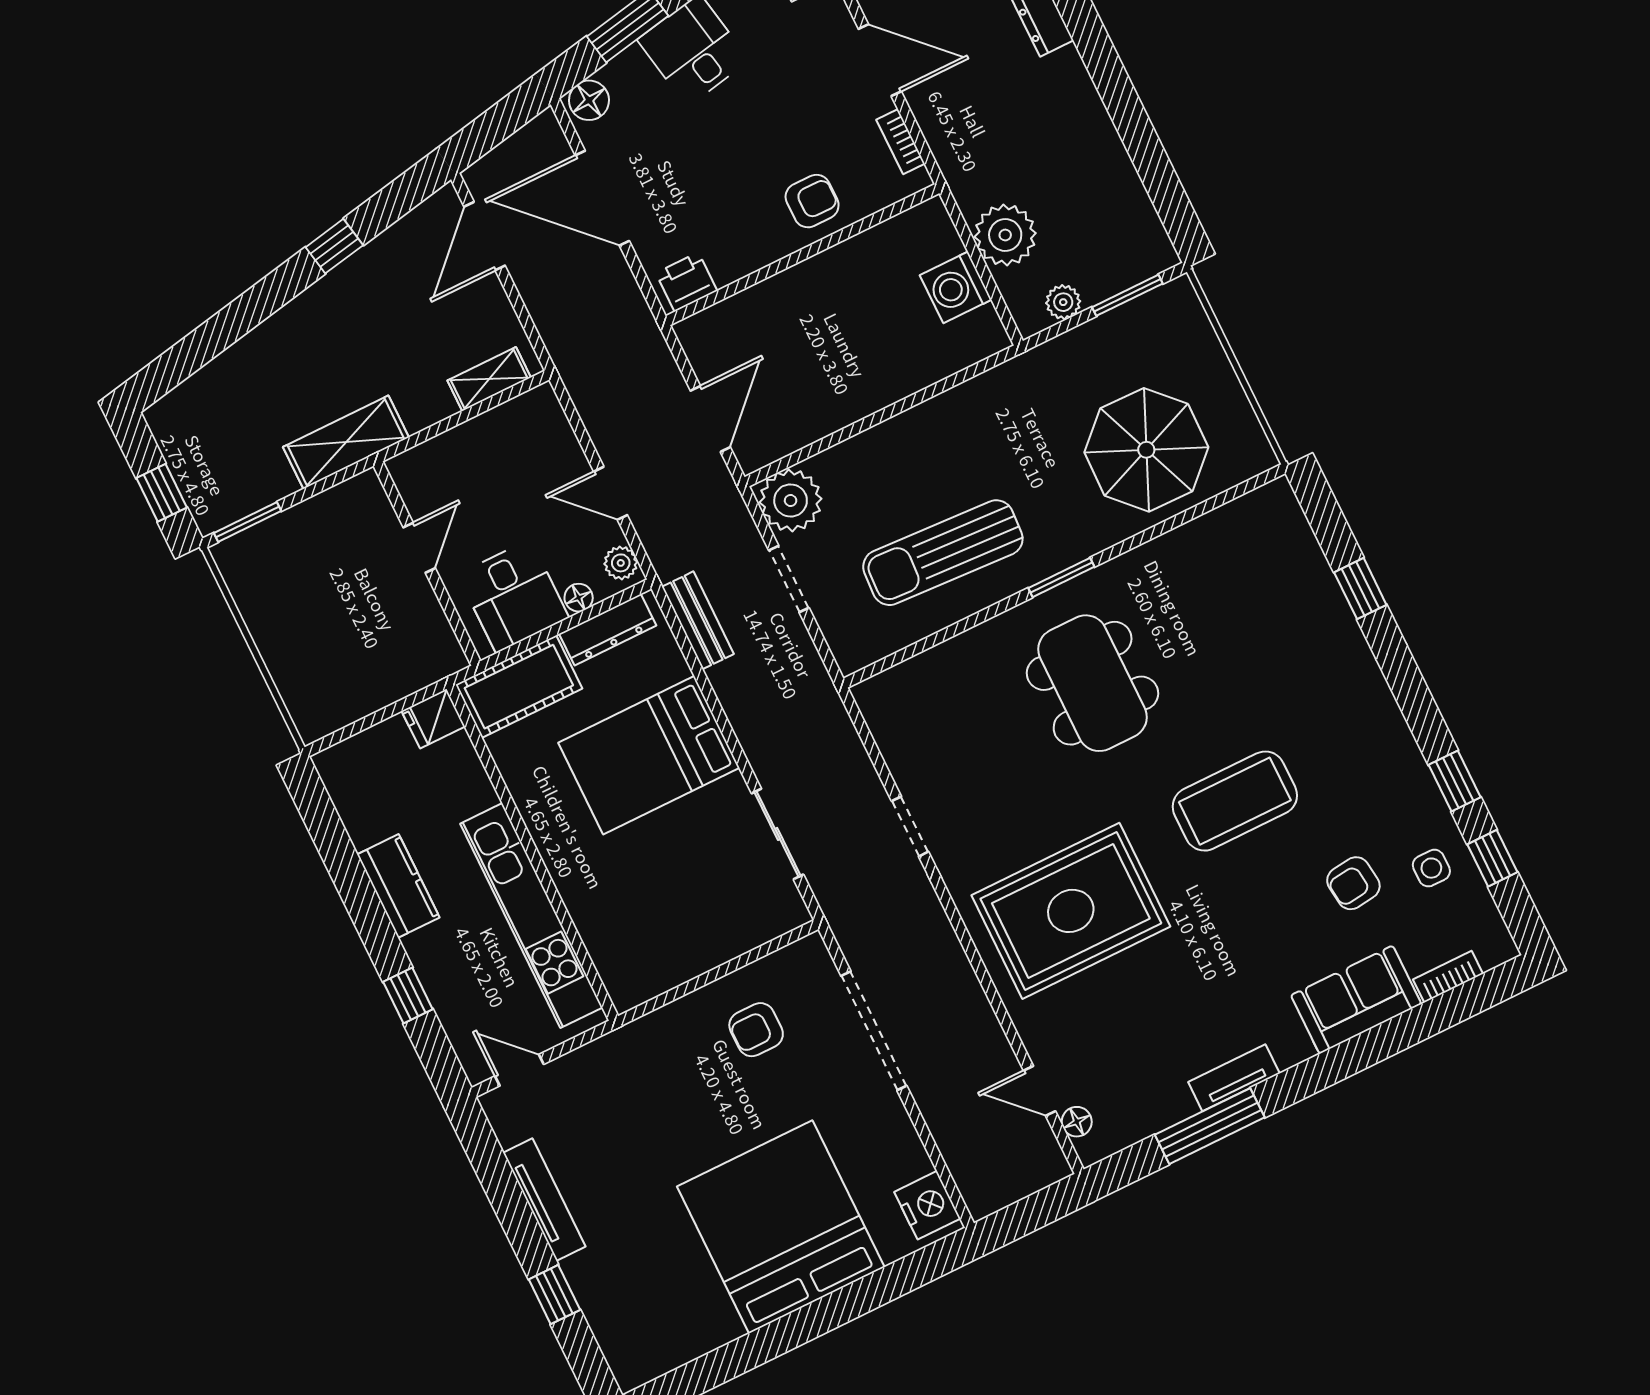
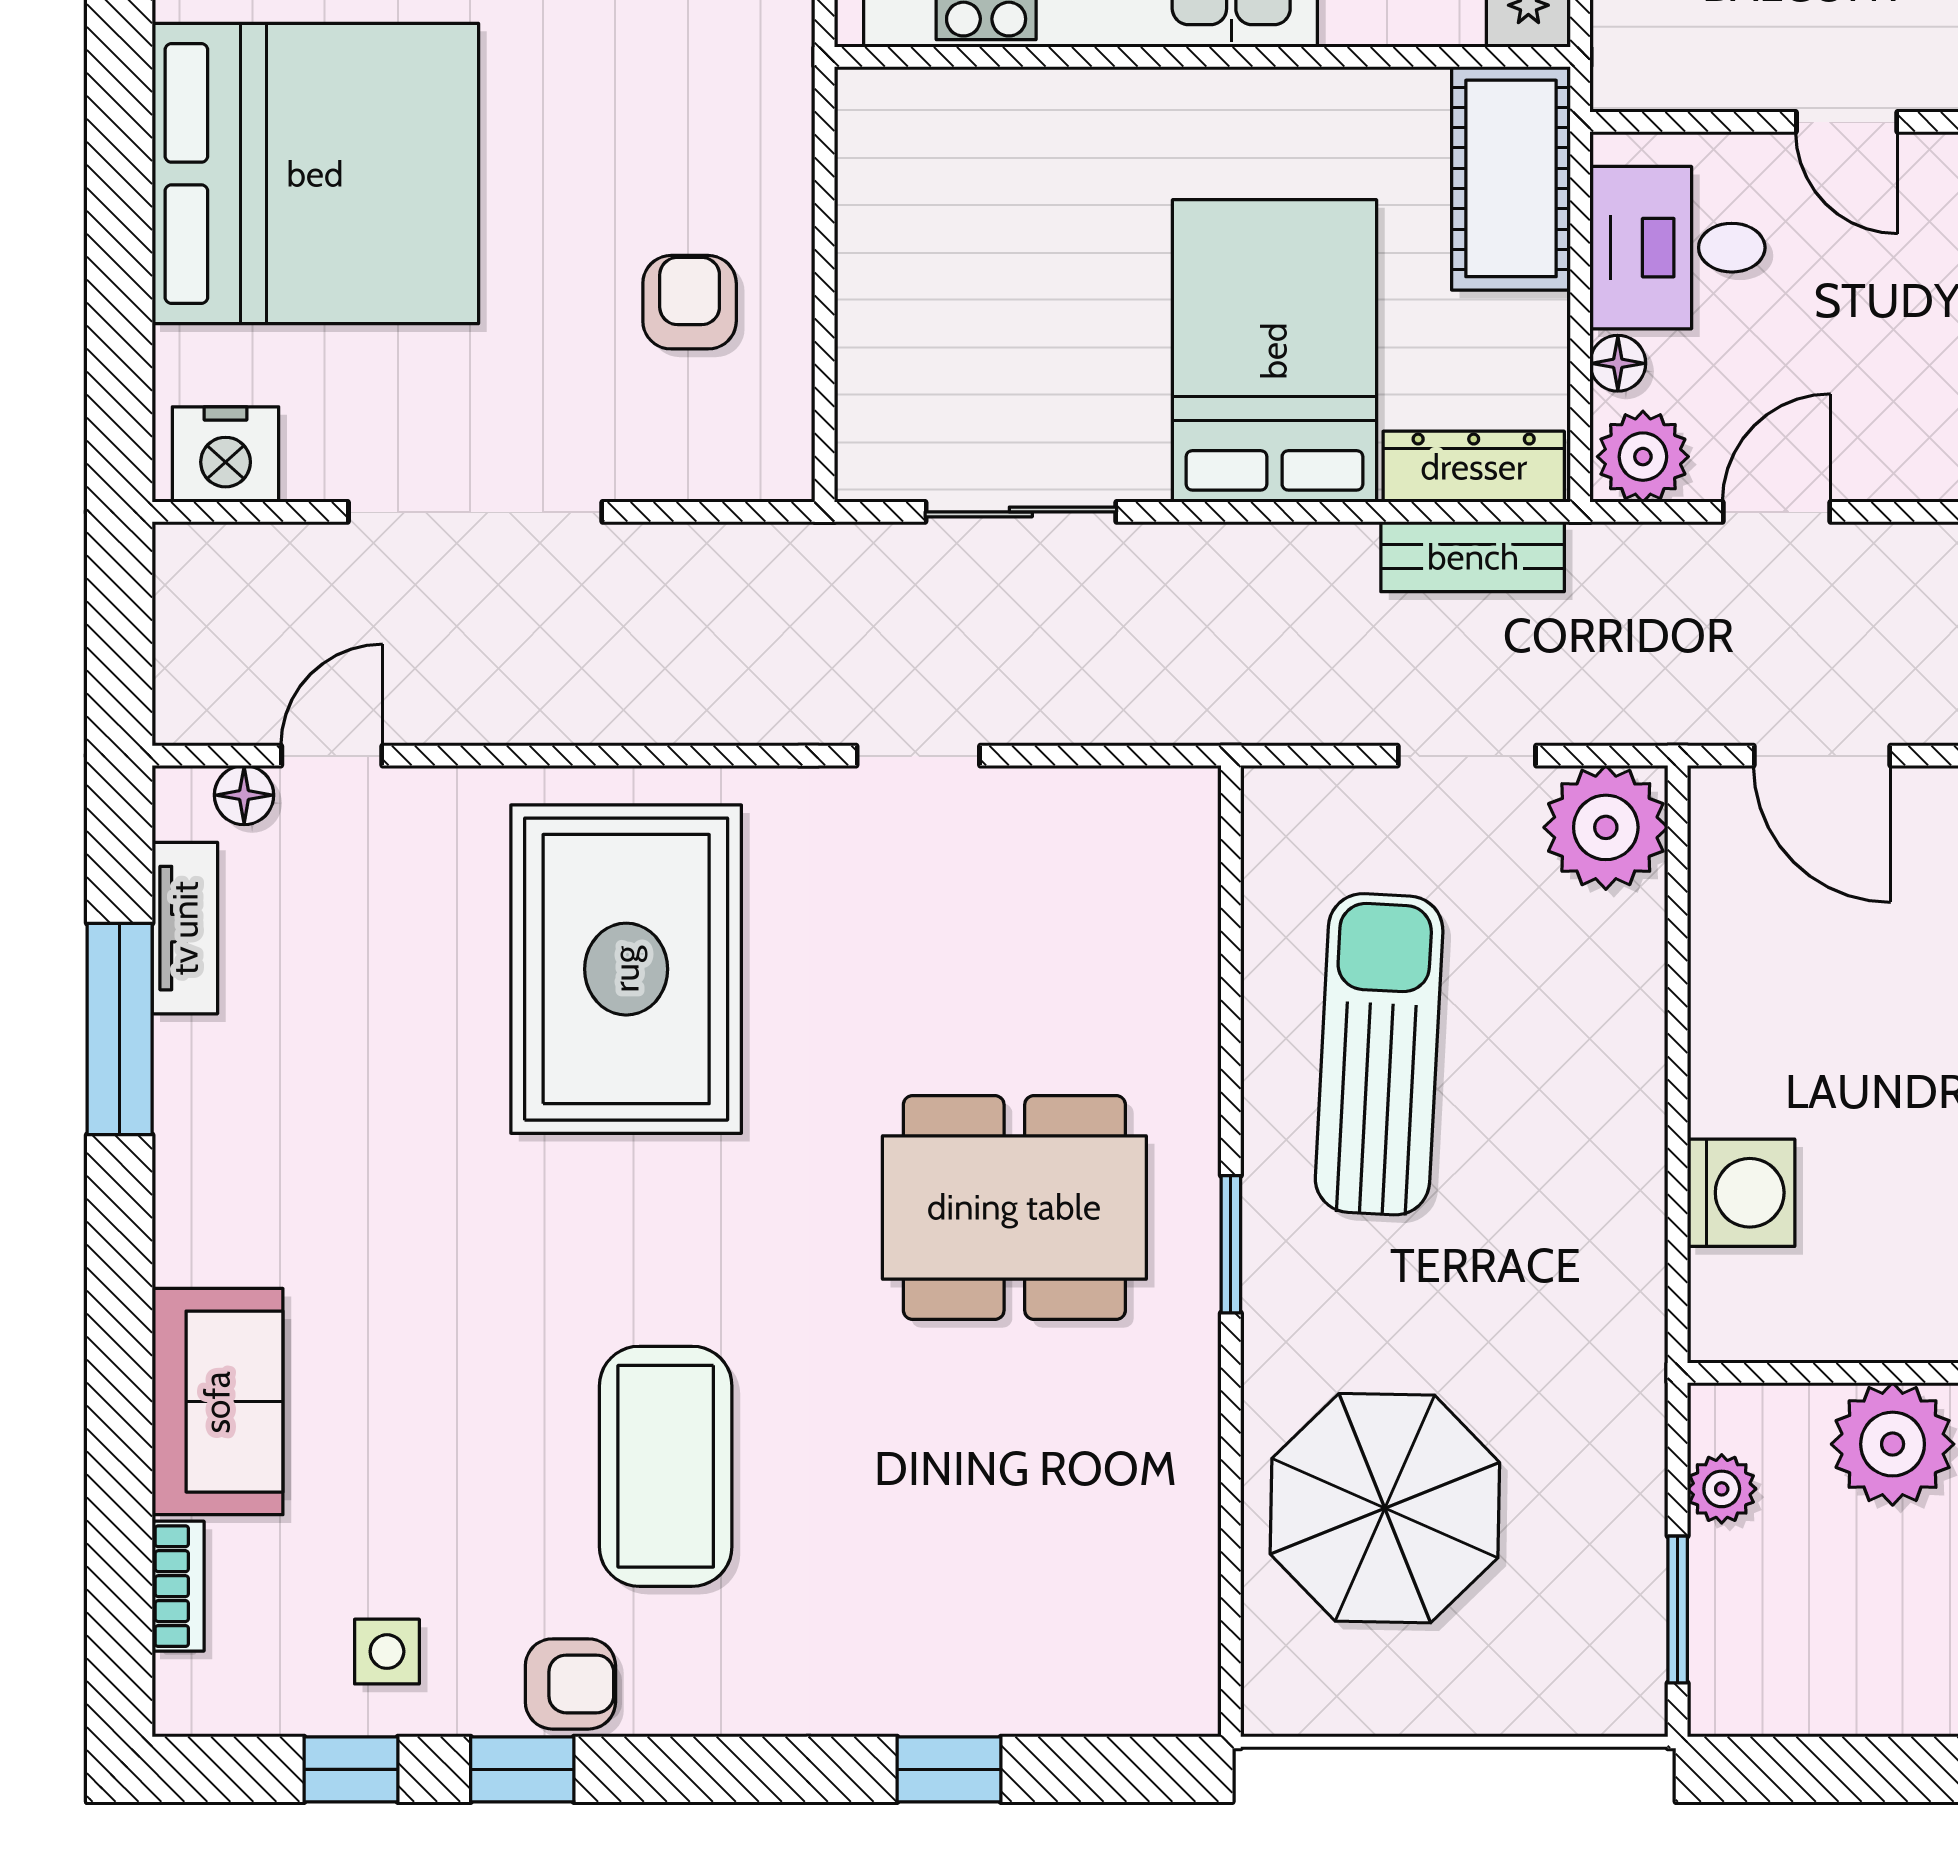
washing machine: (956, 287) -> (1741, 1193), moved, turned 90
plant: (621, 563) -> (1643, 457), width x1.38, depth x1.38
dresser: (608, 630) -> (1474, 467), moved, turned 90
coffee table: (1235, 801) -> (666, 1466), moved
armchair: (1353, 883) -> (570, 1684), moved, turned 97
doorway: (874, 1031) -> (475, 512), moved
tv unit: (1234, 1078) -> (185, 928), moved

